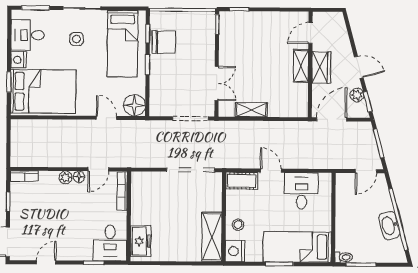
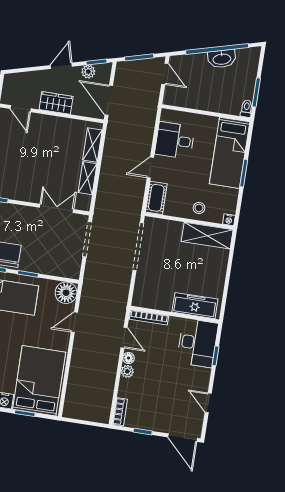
shelving: (301, 66) -> (92, 145), moved, turned 90
freezer: (141, 241) -> (195, 306), width x1.40
desk: (110, 243) -> (197, 343), width x1.37
nightstand: (235, 251) -> (229, 220), width x0.53, depth x0.56

